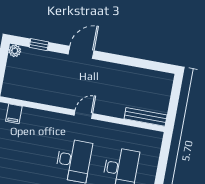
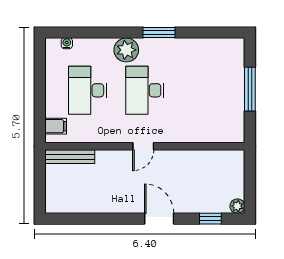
door: (81, 52) -> (159, 219), swing flipped
filing cabinet: (14, 114) -> (56, 126), moved, turned 90

